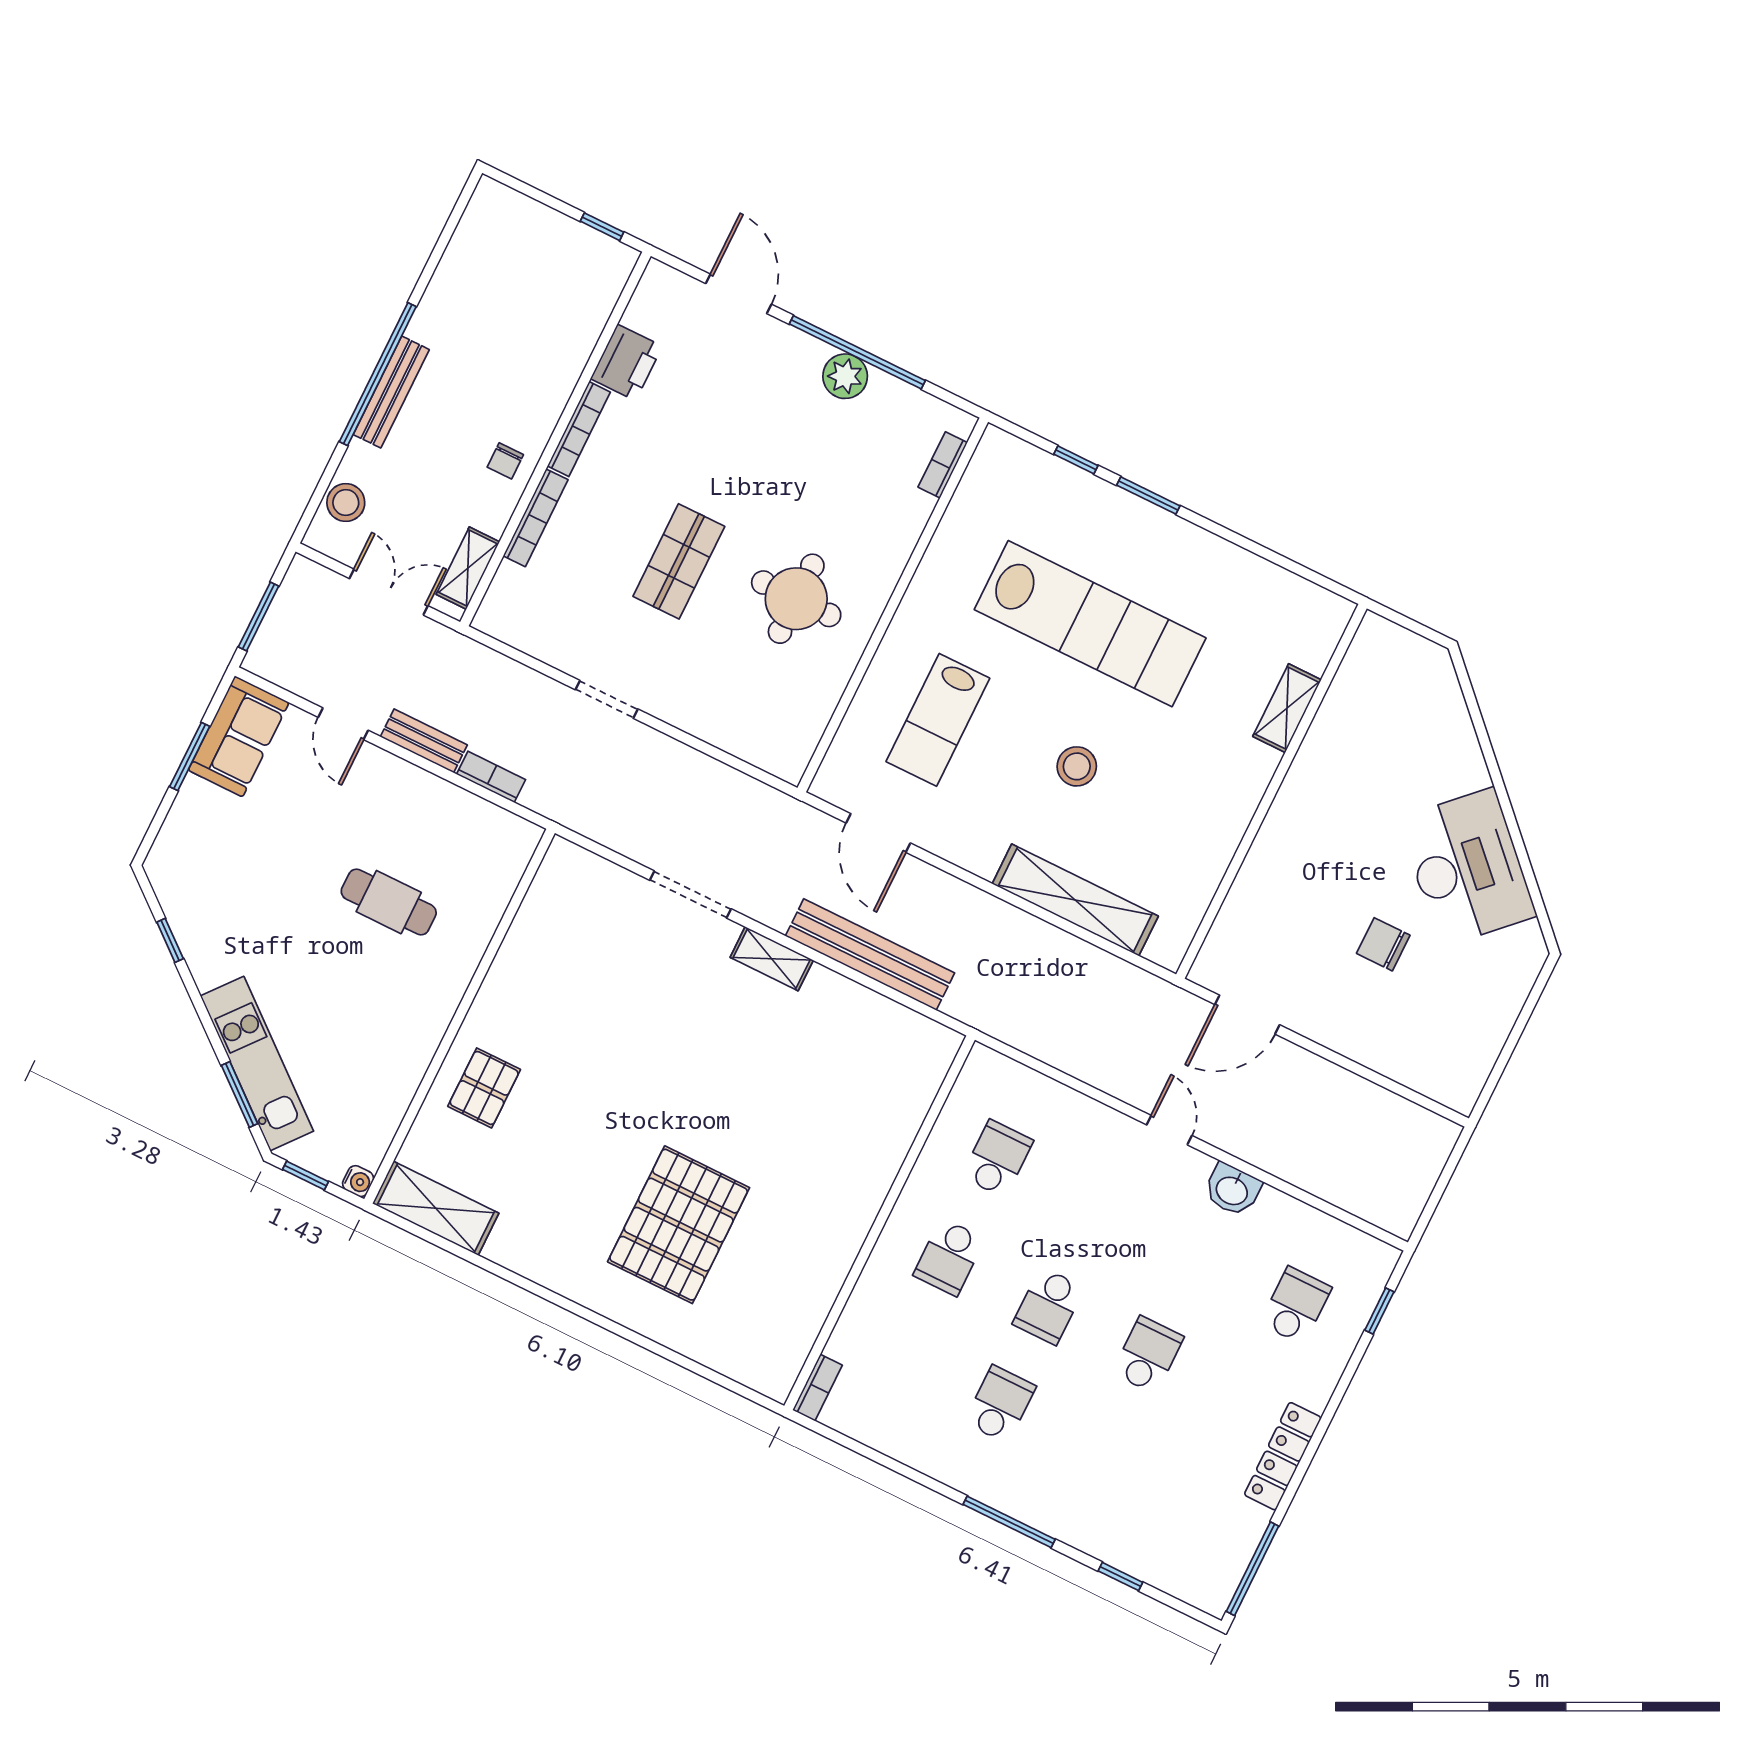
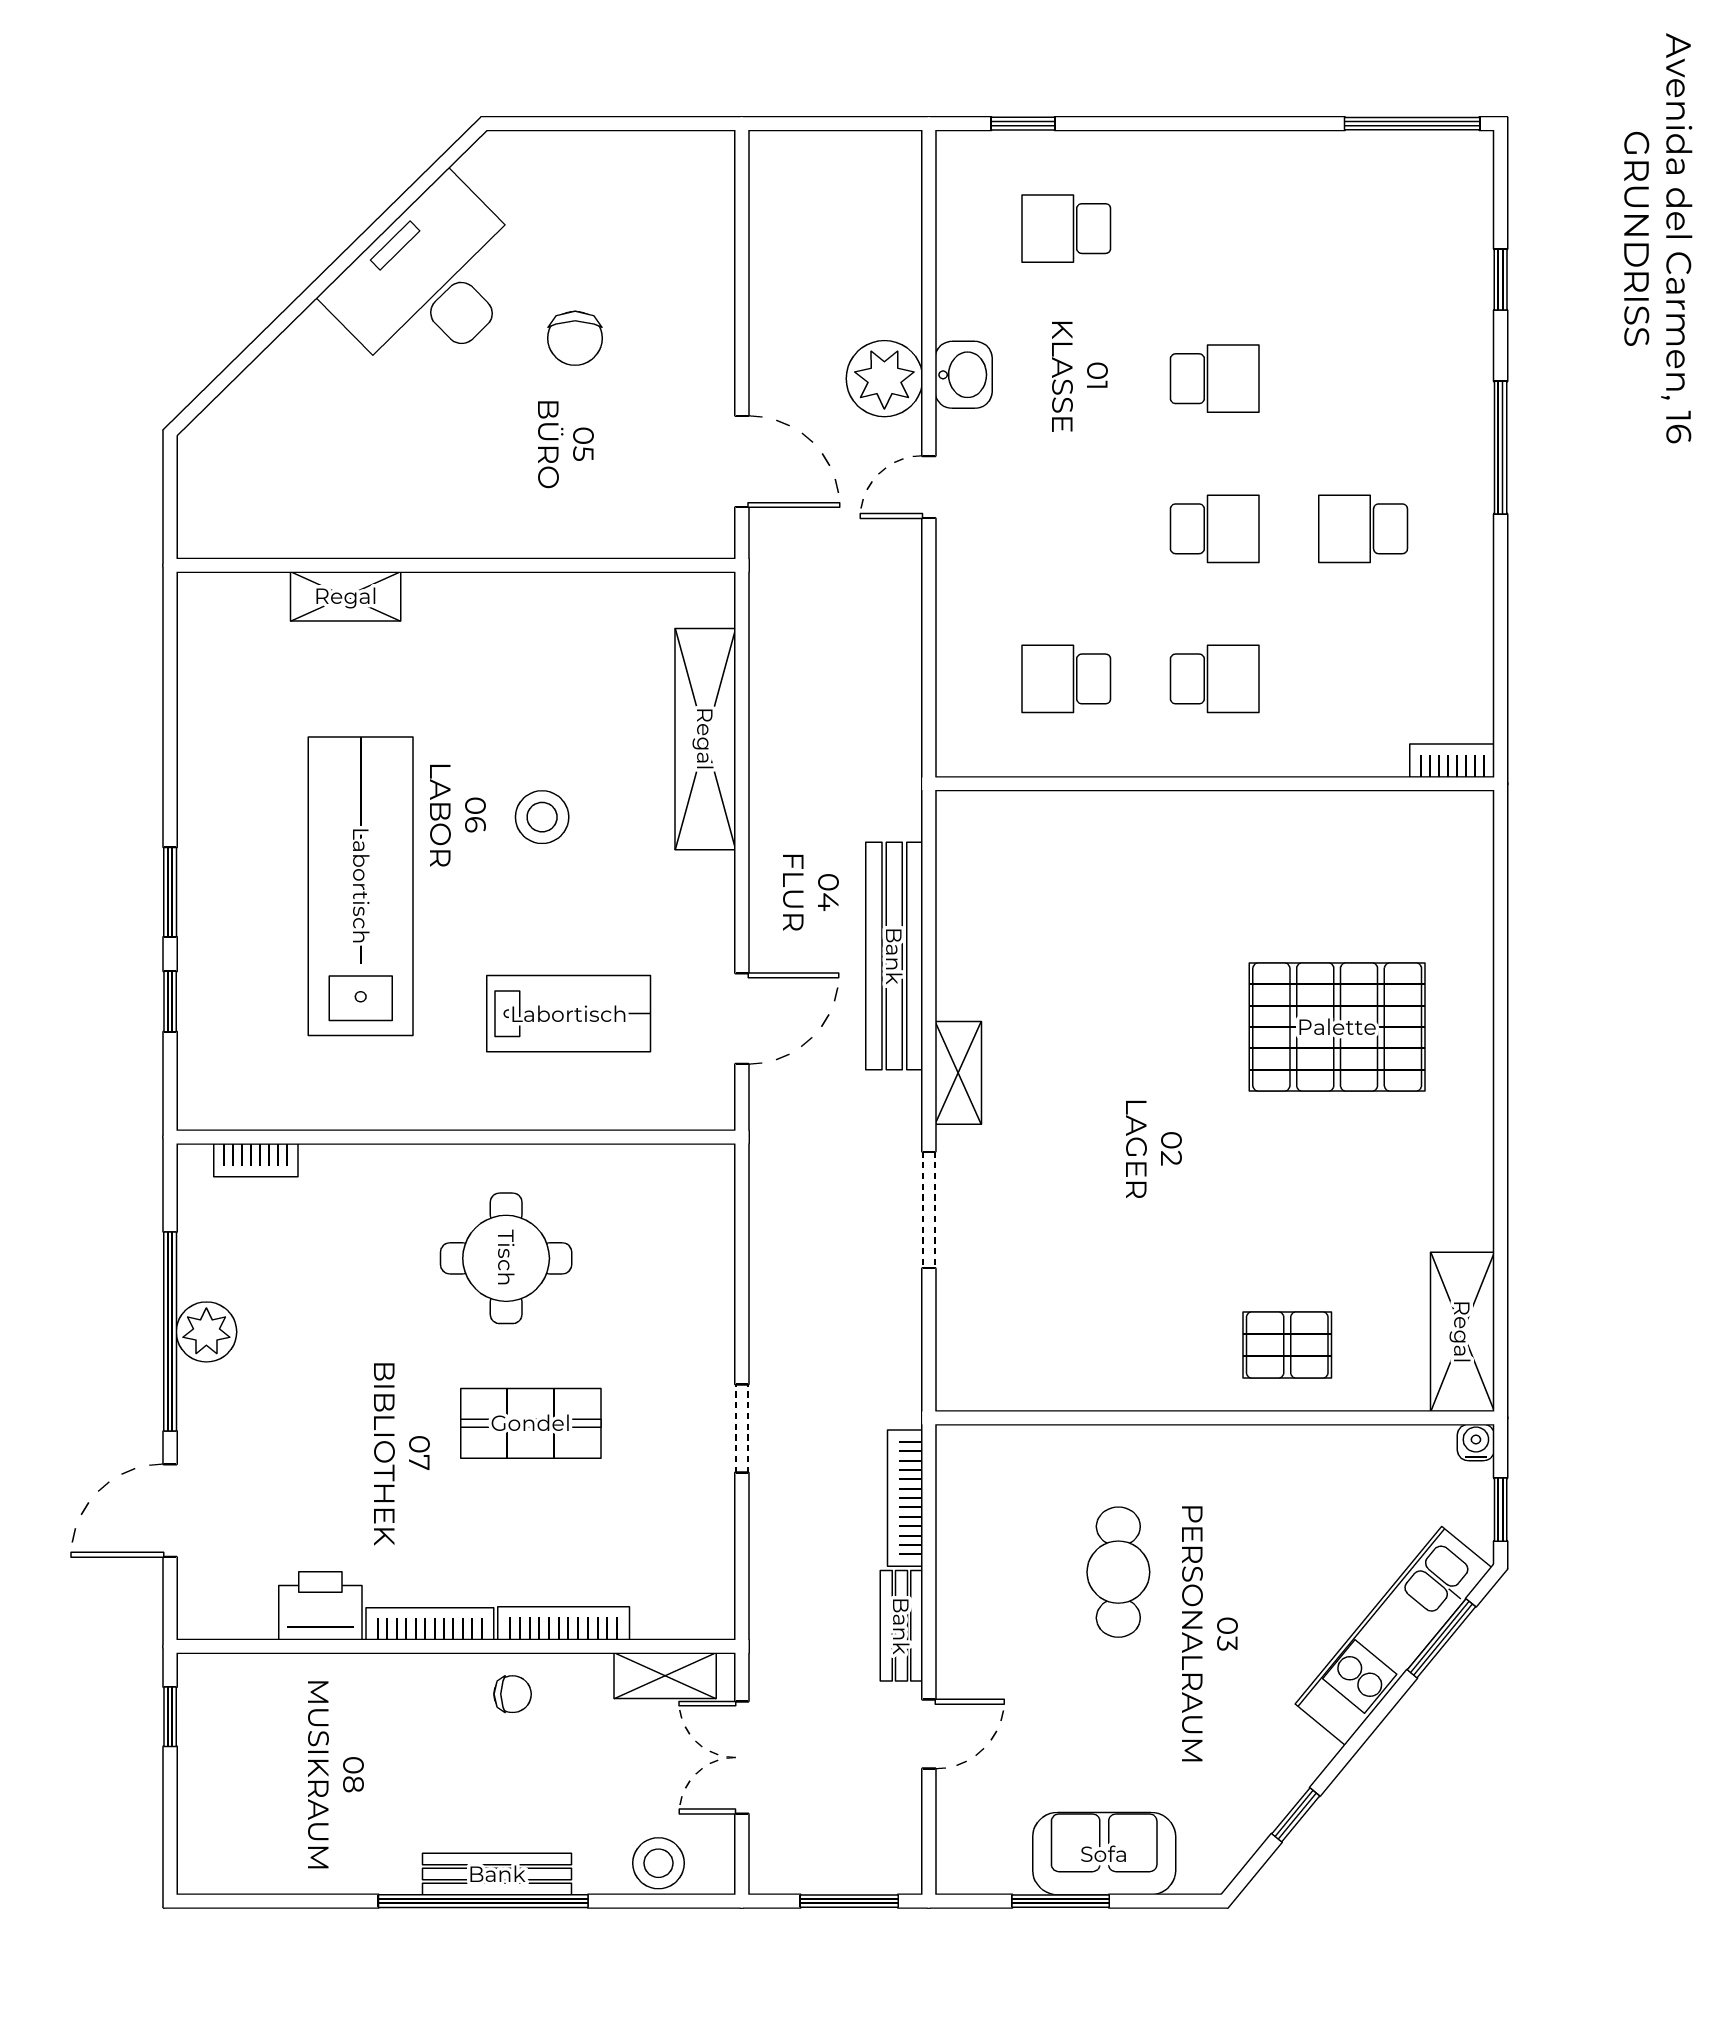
sofa: (239, 736) -> (1104, 1854), moved
bookcase: (491, 777) -> (905, 1498), width x1.56
plant: (1256, 1136) -> (884, 379), added
school desk: (1148, 1355) -> (1215, 379), turned 180
locker: (1283, 1456) -> (1257, 154), removed

